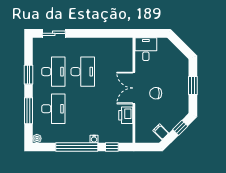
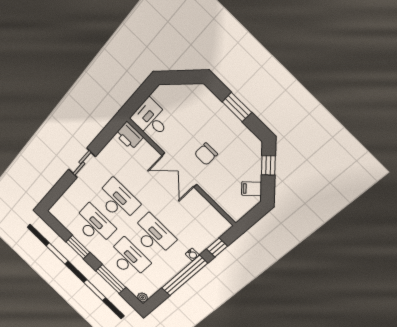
sliding door: (54, 33) -> (82, 163), moved
desk: (83, 109) -> (153, 235), added
printer: (126, 115) -> (129, 136), moved

